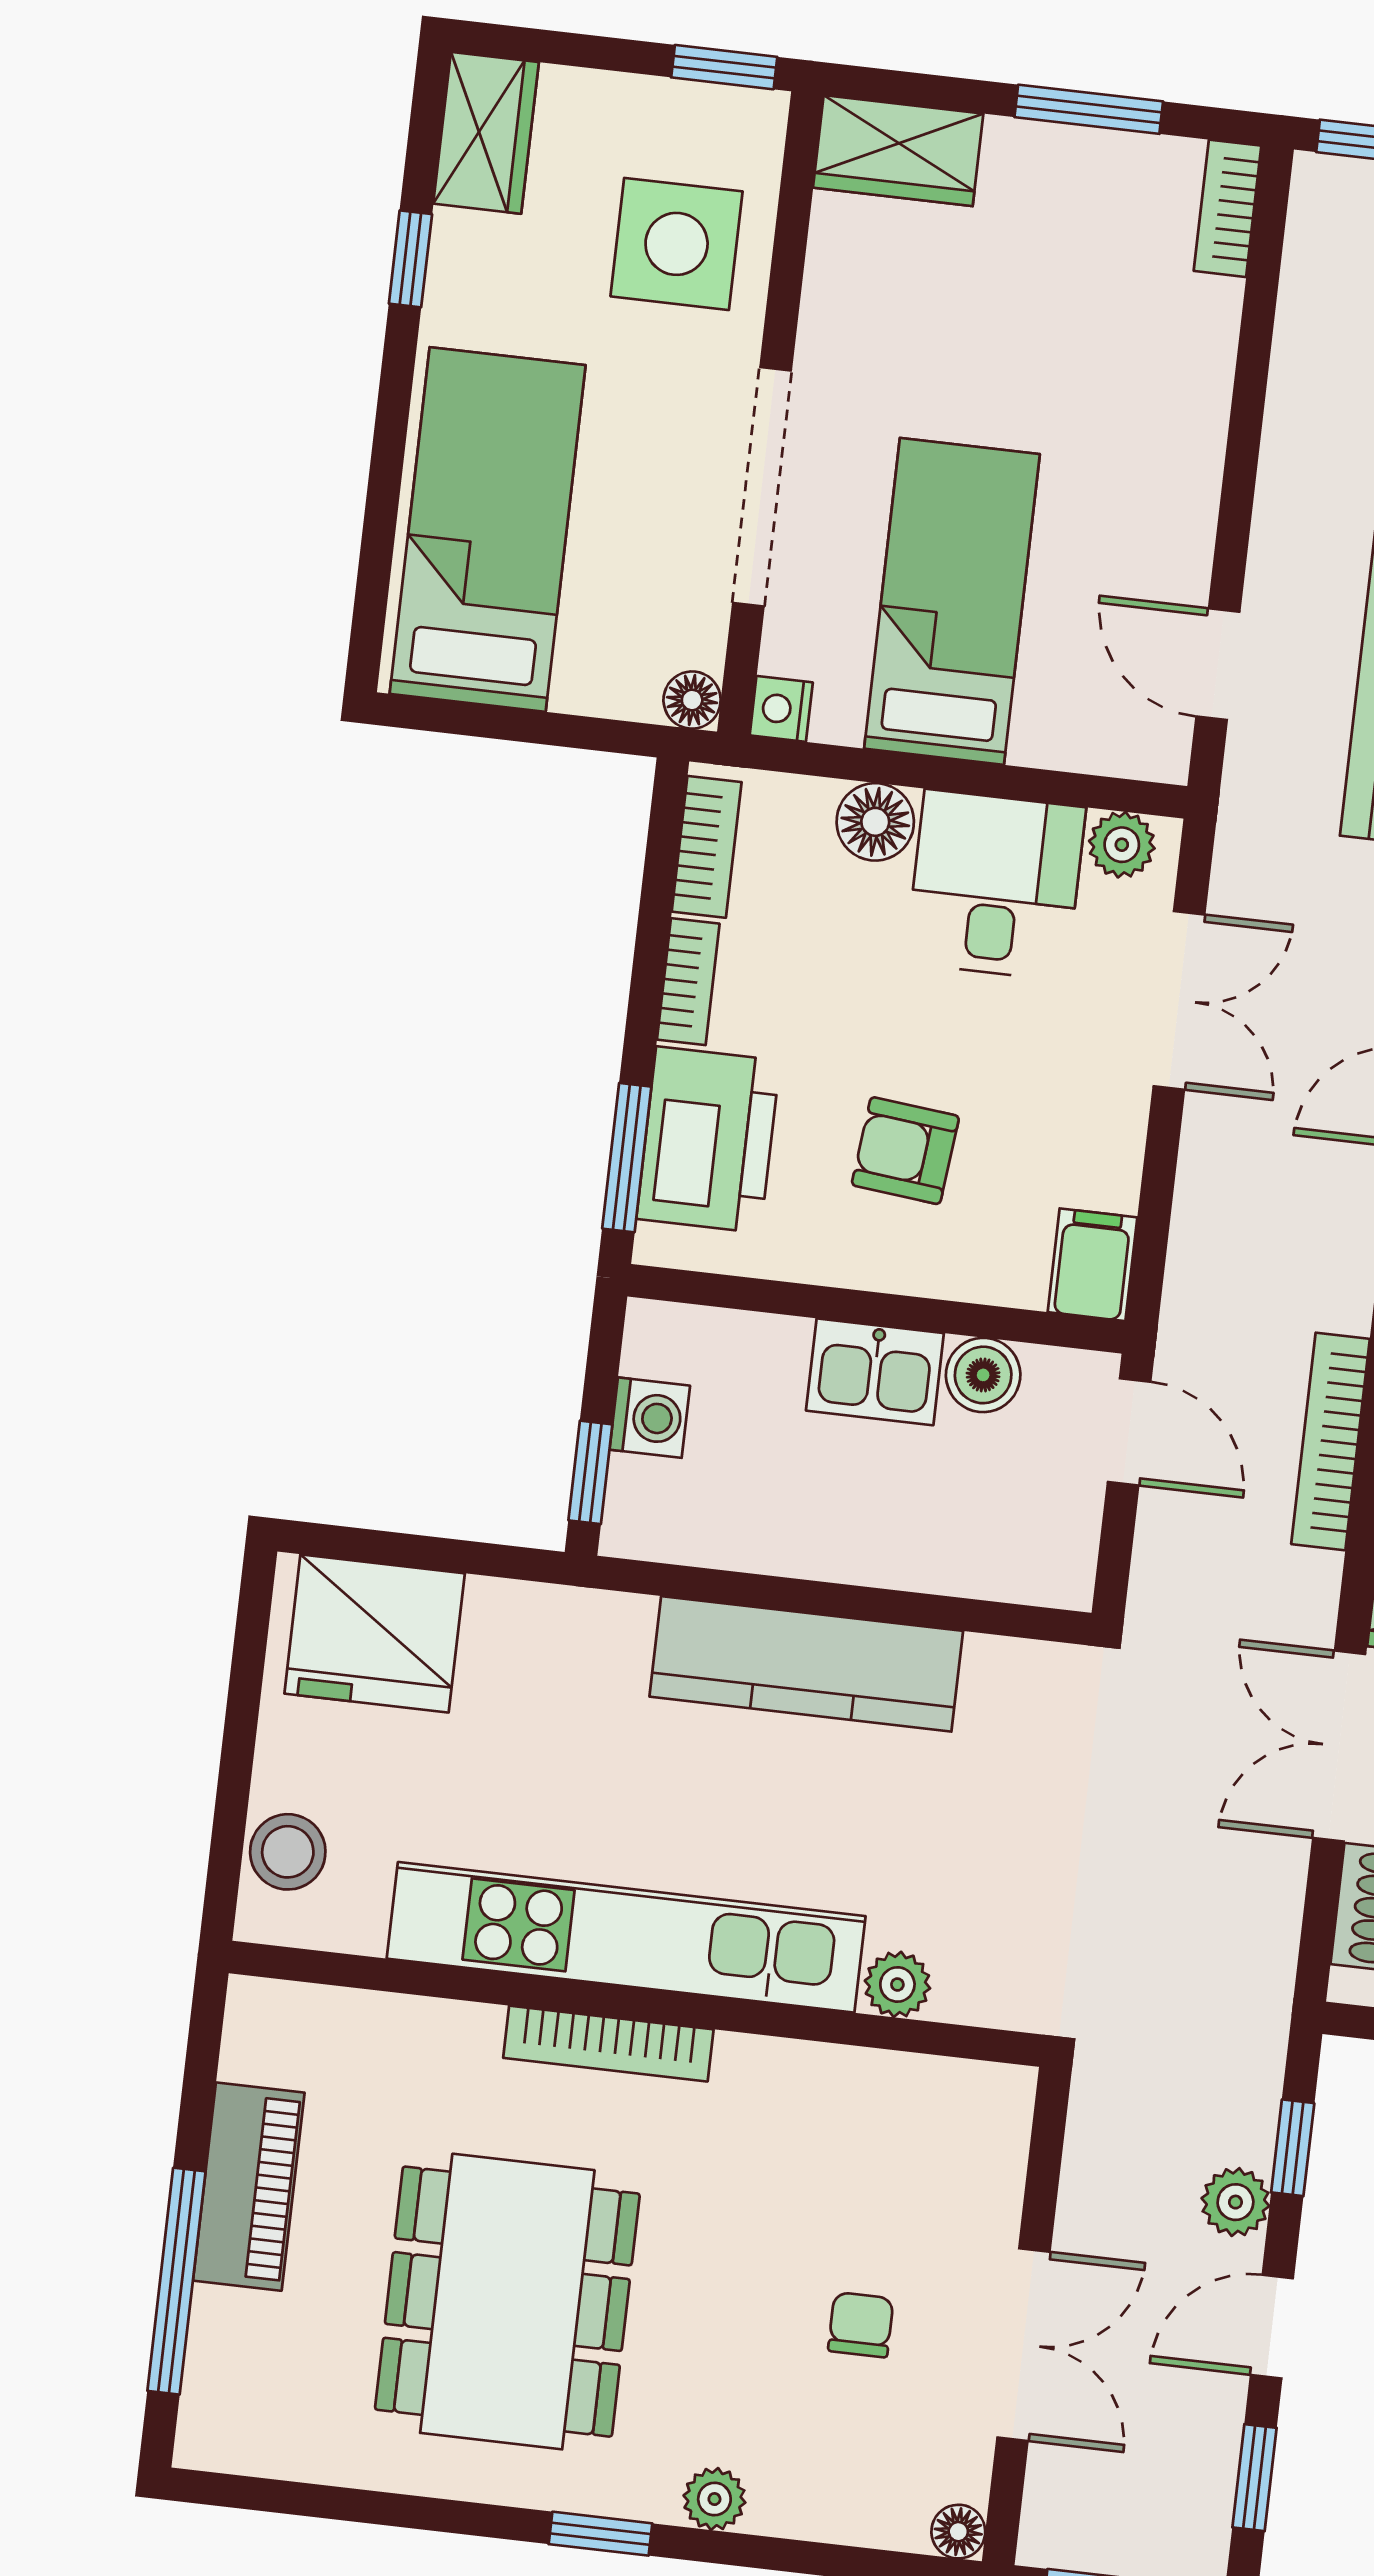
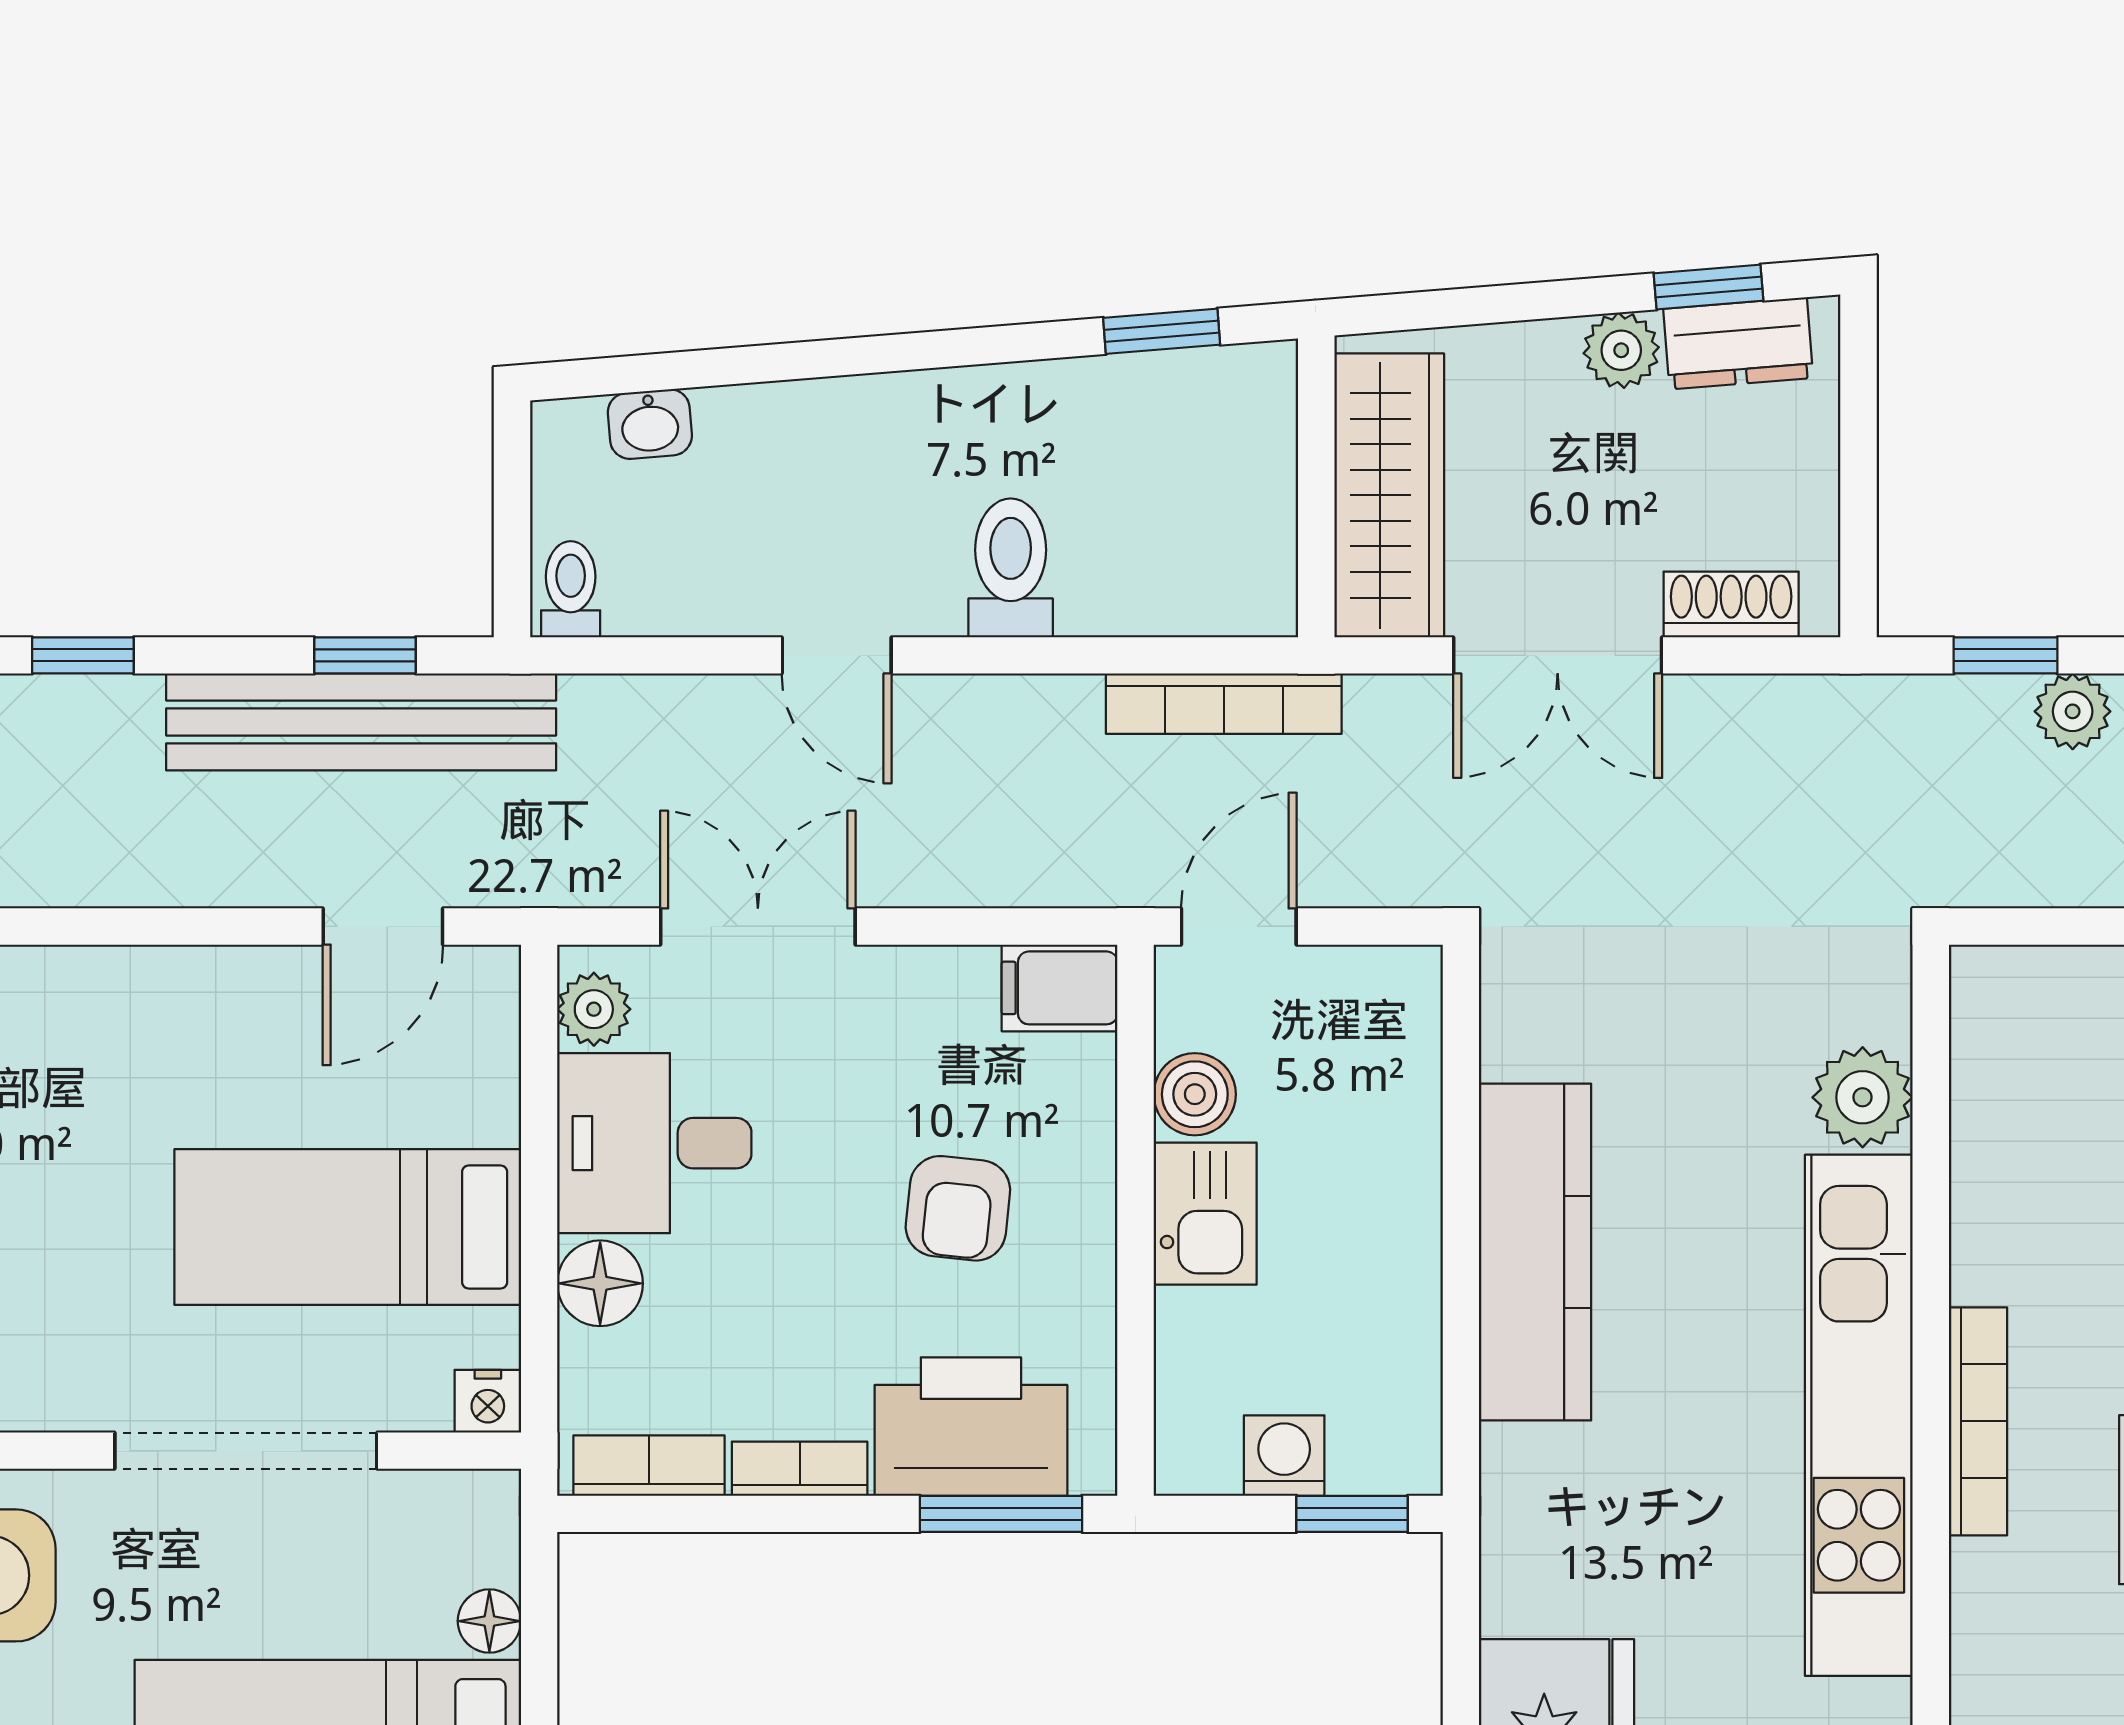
floor lamp: (692, 700) -> (489, 1621), moved
plant: (897, 1984) -> (1863, 1097), width x1.38, depth x1.38

